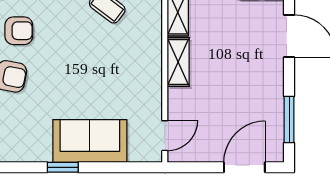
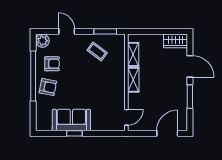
window: (289, 119) -> (190, 97), moved
sofa: (90, 141) -> (71, 120), moved

